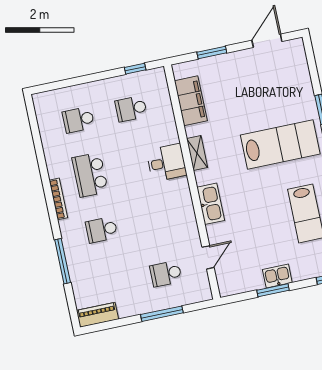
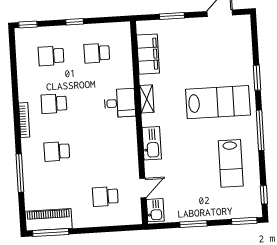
window: (135, 69) -> (75, 22), moved
window: (46, 87) -> (28, 25), added
school desk: (90, 175) -> (54, 104), width x0.54
kitchen sink: (277, 276) -> (155, 210), moved, turned 90
window: (162, 314) -> (51, 232), moved
piano: (98, 315) -> (49, 220), width x1.37, depth x1.33

